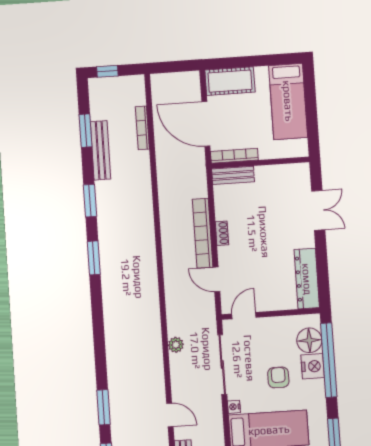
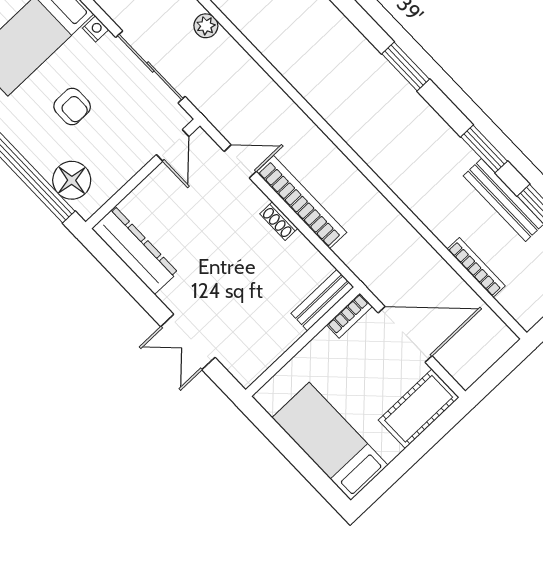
bookcase: (234, 156) -> (349, 316), width x0.64
window: (90, 201) -> (484, 149), moved
plant: (176, 345) -> (206, 26), moved
nightstand: (313, 366) -> (43, 153), removed

